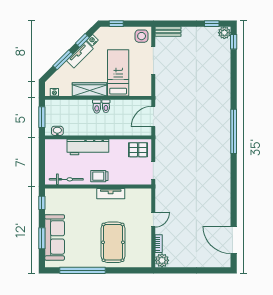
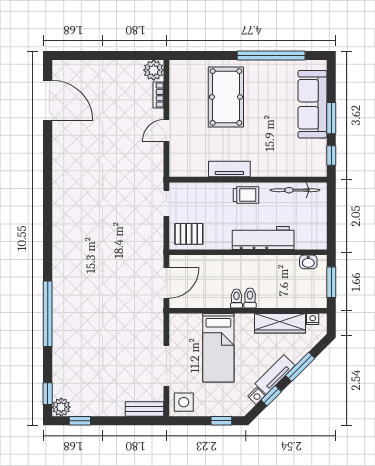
wardrobe: (90, 89) -> (280, 323), moved
window: (234, 131) -> (48, 314), moved
window: (42, 238) -> (331, 118), moved

